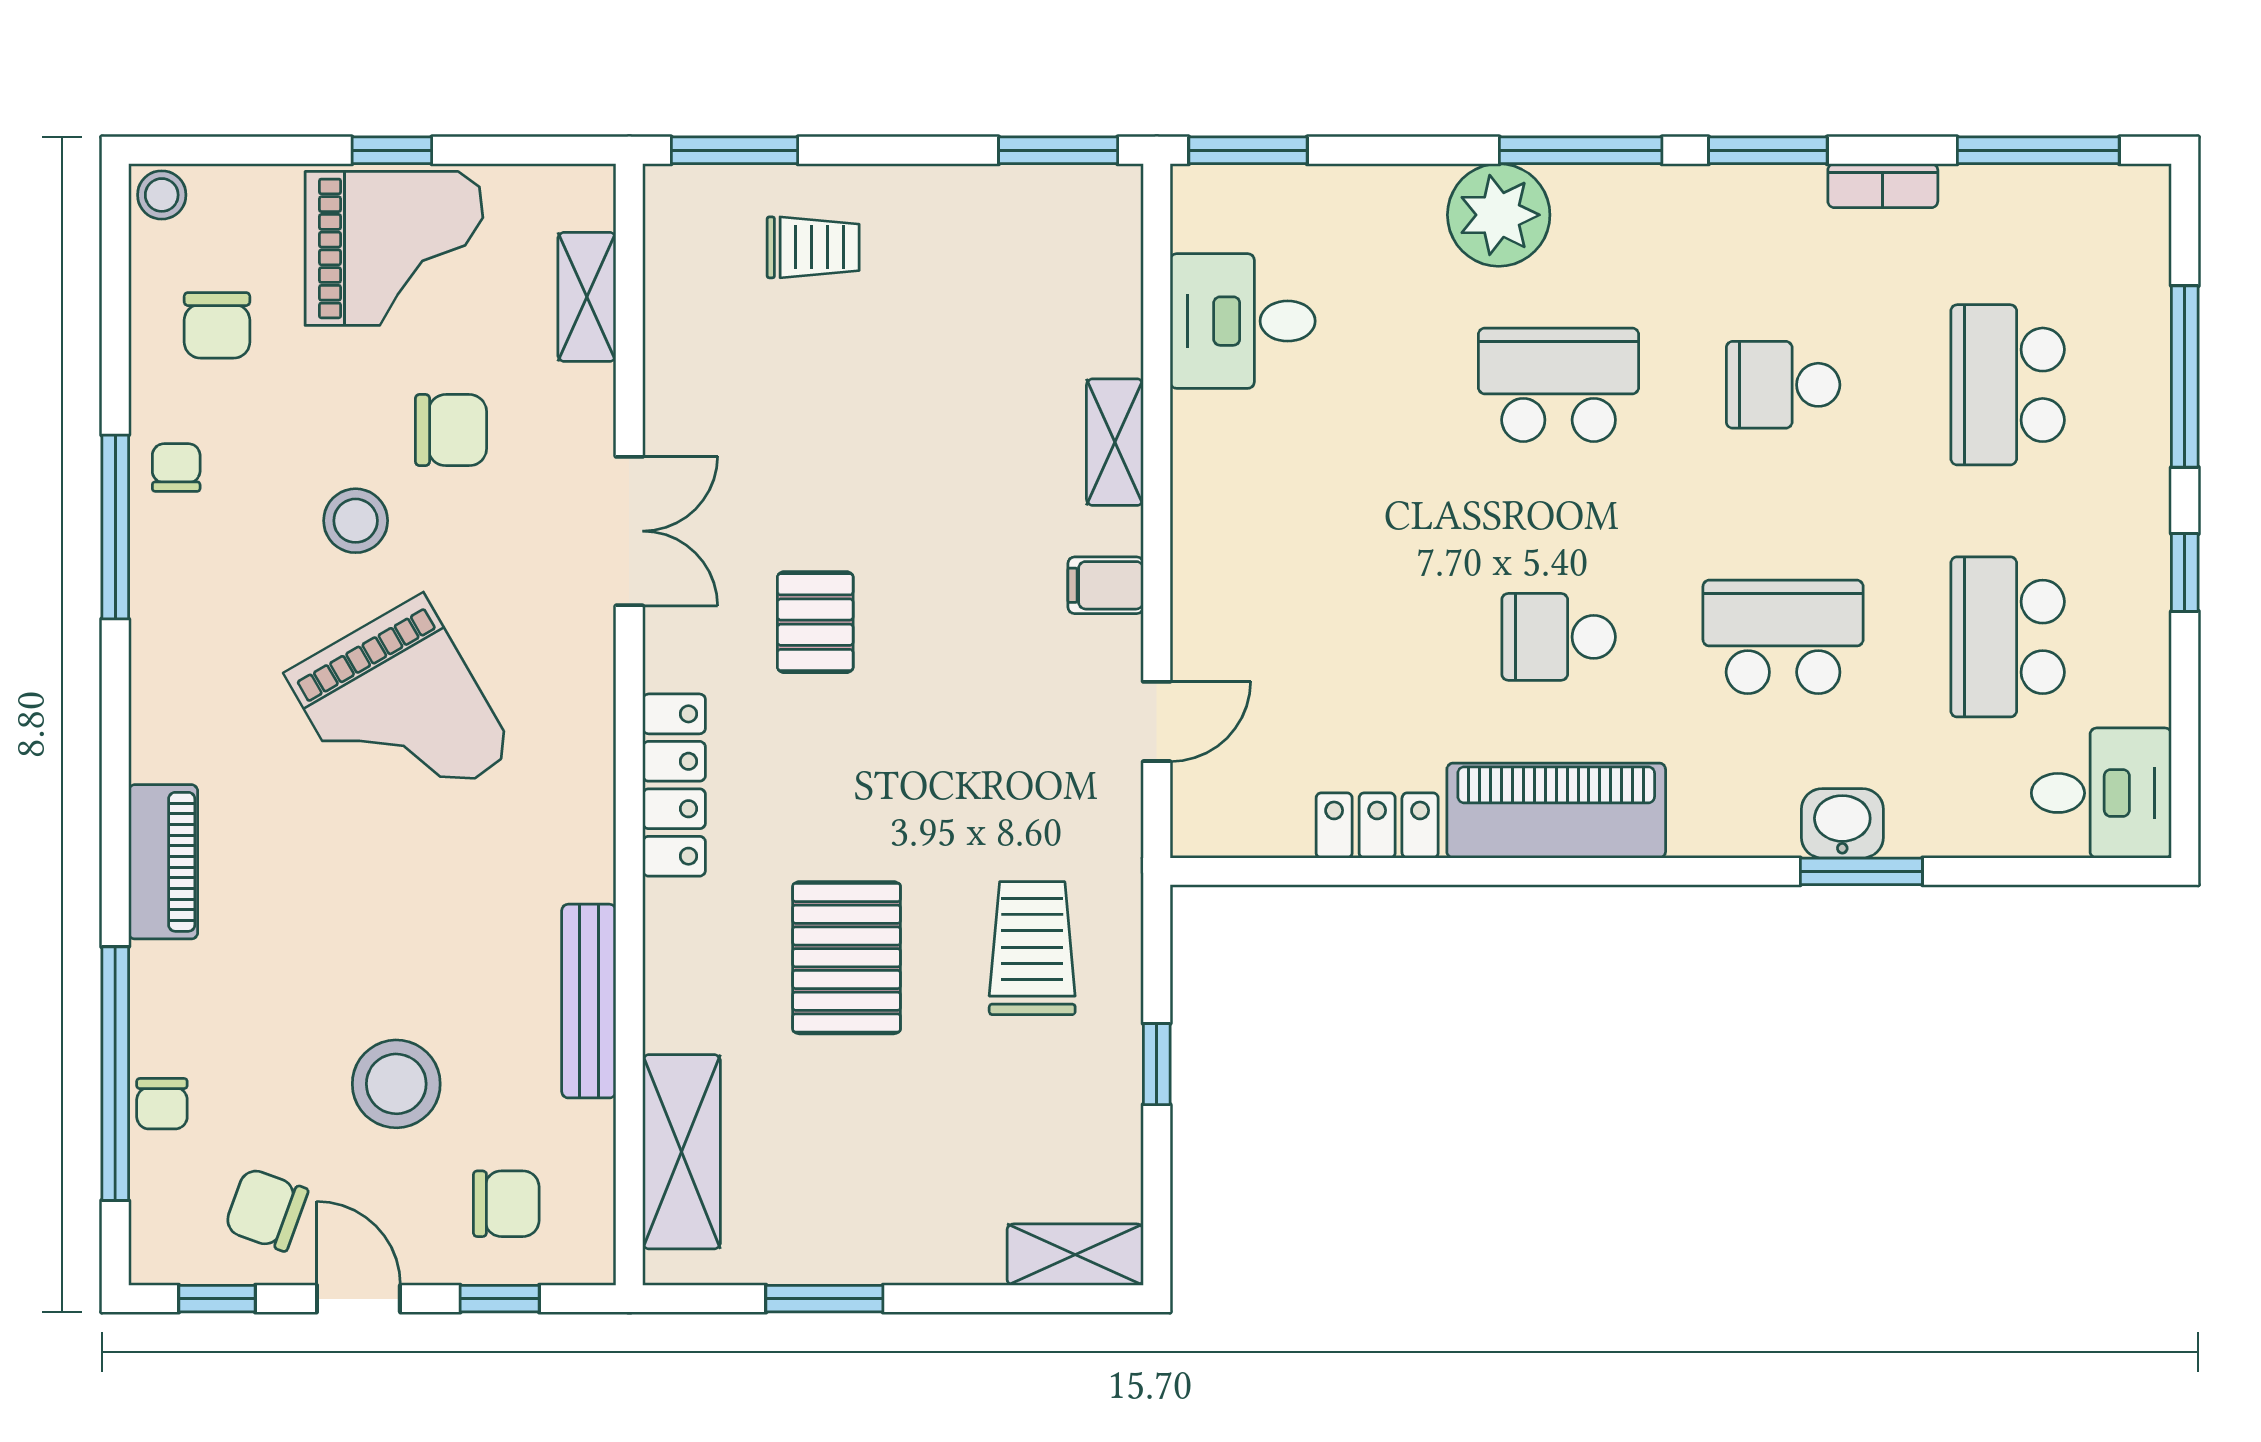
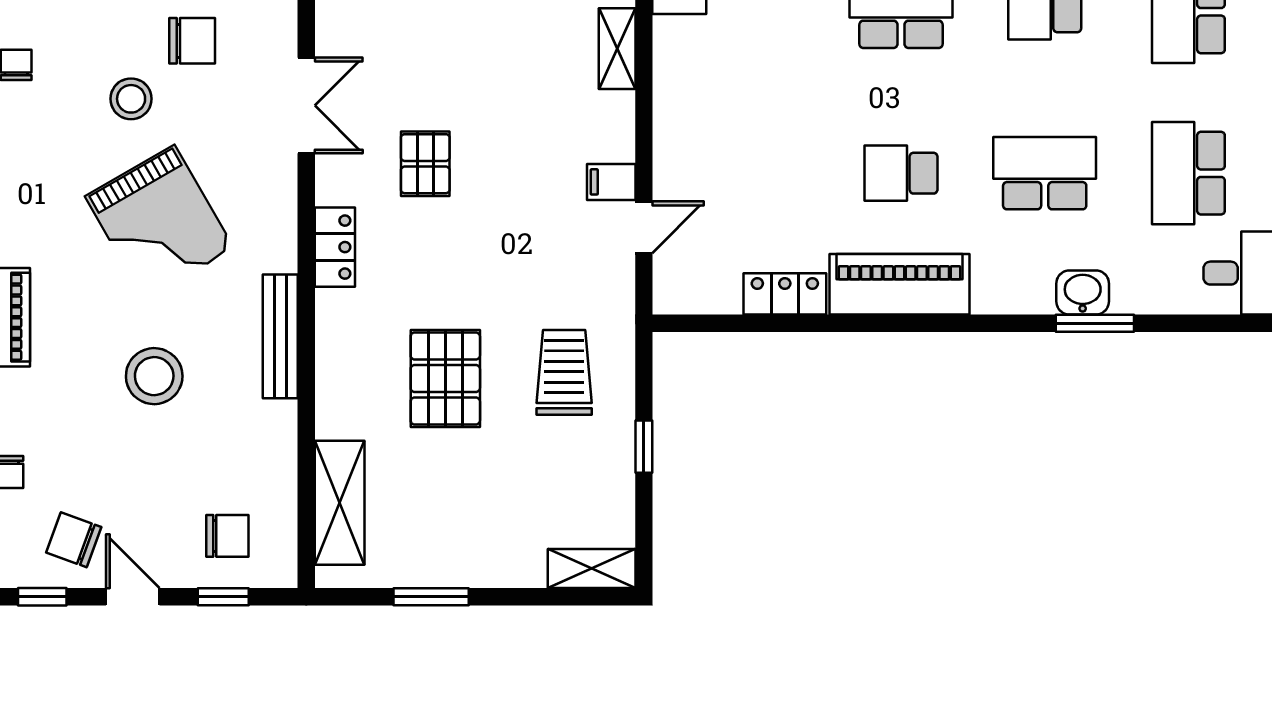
filing cabinet: (1106, 585) -> (611, 182), moved
locker: (674, 785) -> (335, 247), width x0.66
bench: (589, 1001) -> (280, 336), moved
stool: (396, 1084) -> (154, 376), moved

